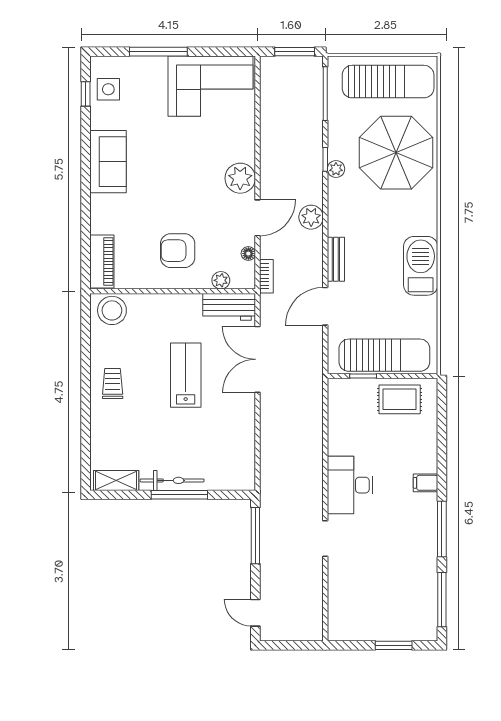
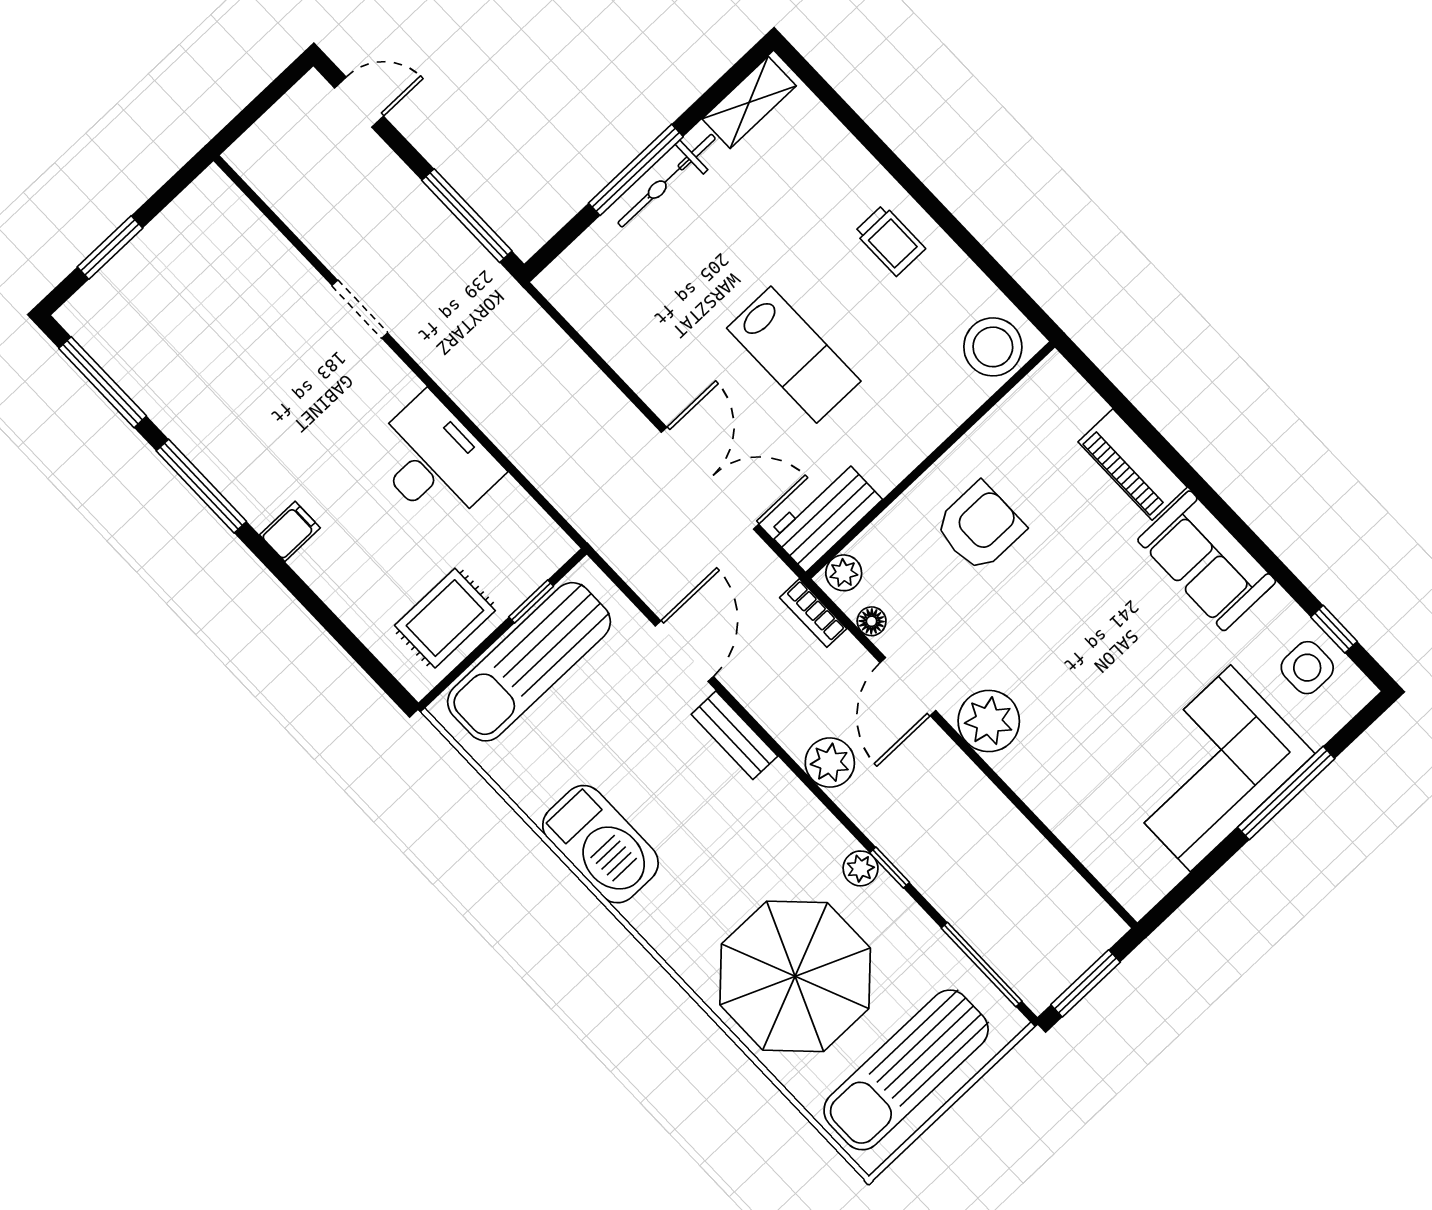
corner sofa: (210, 86) -> (1211, 768), moved
piano: (102, 261) -> (1133, 464), moved
plant: (221, 280) -> (844, 573), moved
desk: (350, 485) -> (434, 461), moved

